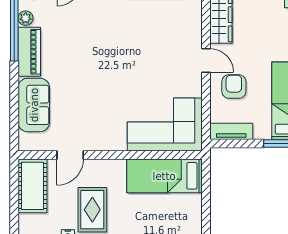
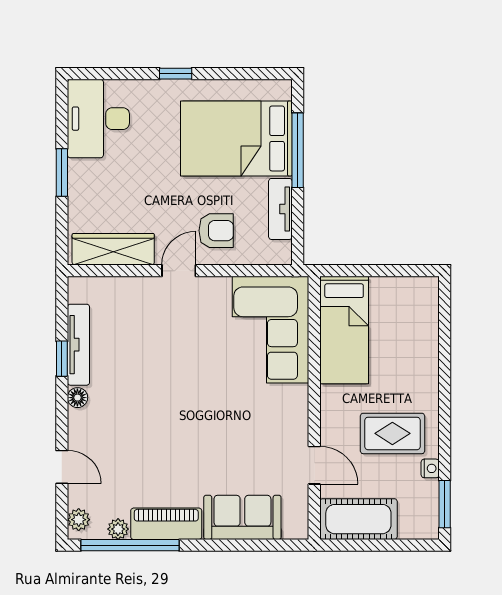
armchair: (234, 87) -> (216, 231), turned 180
tv unit: (231, 131) -> (280, 209), moved

